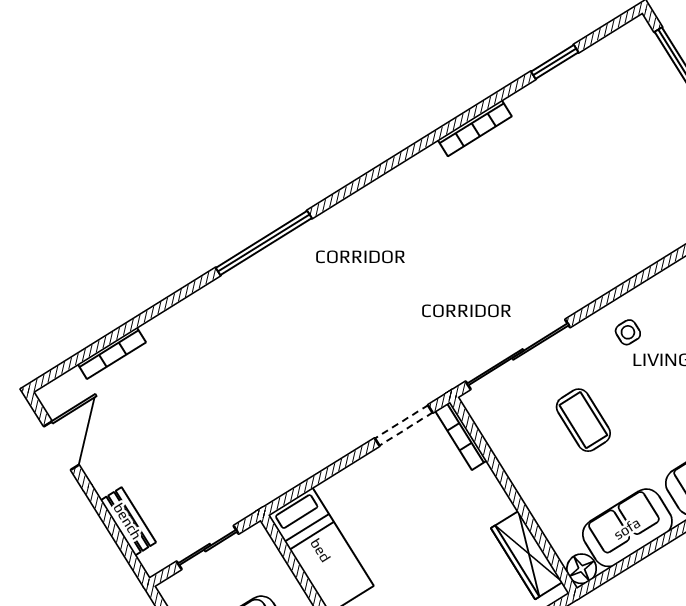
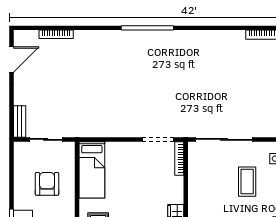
coffee table: (583, 420) -> (247, 182), moved
bench: (128, 521) -> (20, 121), moved

